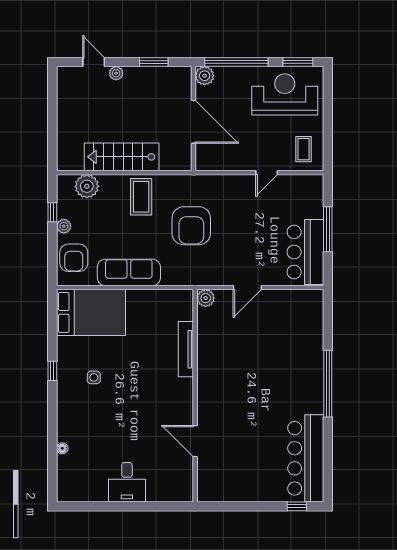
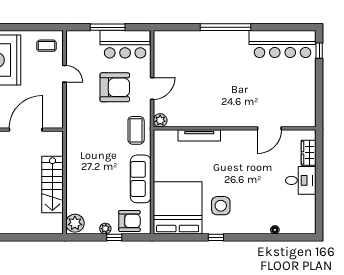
plant: (87, 186) -> (75, 223), moved
coffee table: (141, 197) -> (136, 130), moved, turned 90
window: (52, 212) -> (114, 237), moved
armchair: (191, 226) -> (115, 87), moved
door: (247, 288) -> (152, 89), hinge flipped
bed: (91, 312) -> (178, 208), width x1.36
side table: (94, 377) -> (221, 206), width x1.87, depth x1.87
wardrobe: (163, 493) -> (309, 153), added

